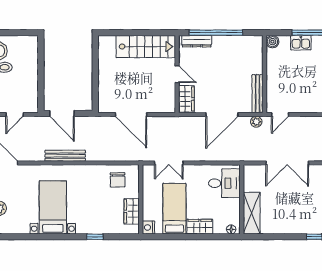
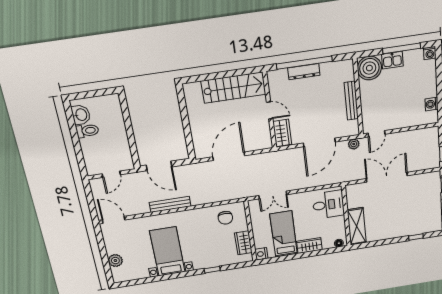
dresser: (197, 41) -> (304, 72), moved
boiler: (272, 42) -> (369, 68), width x1.86, depth x1.86
bench: (258, 94) -> (351, 101), moved
door: (131, 115) -> (229, 156), swing flipped
double door: (287, 163) -> (387, 177), swing flipped

